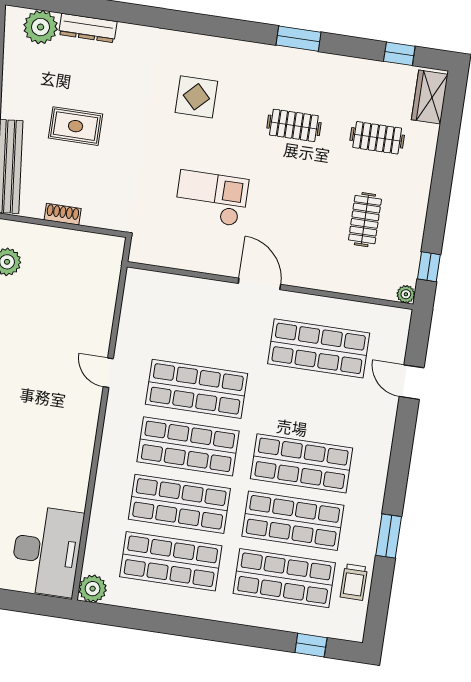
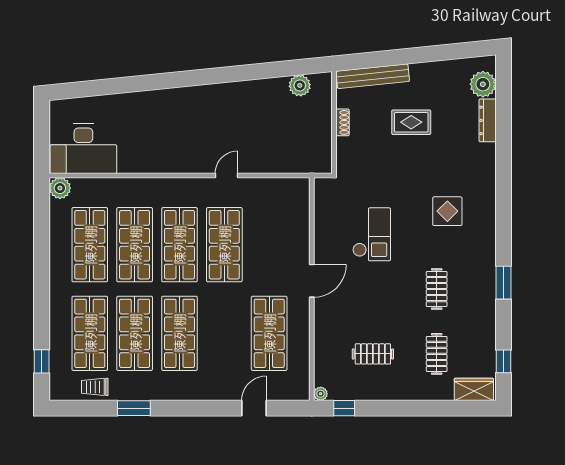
rug: (76, 126) -> (411, 122), turned 90

